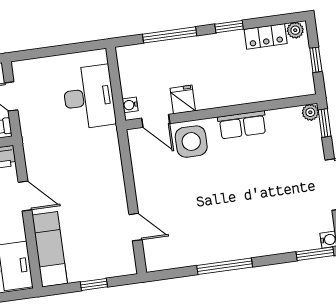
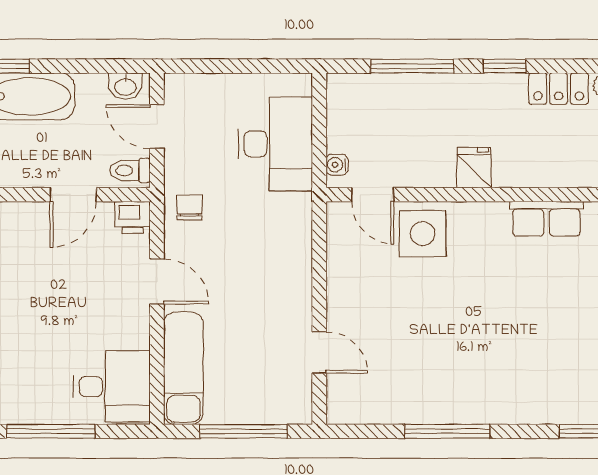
fridge: (183, 100) -> (474, 168), moved
row of seats: (242, 125) -> (546, 219), moved
chair: (39, 145) -> (190, 207), added
window: (94, 284) -> (243, 431), width x2.17

